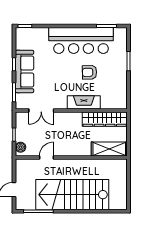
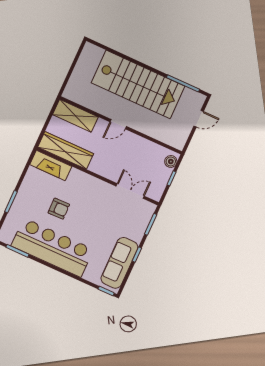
sofa: (24, 71) -> (119, 263), moved
fireplace: (84, 102) -> (51, 165), moved
door: (47, 157) -> (118, 124), moved

